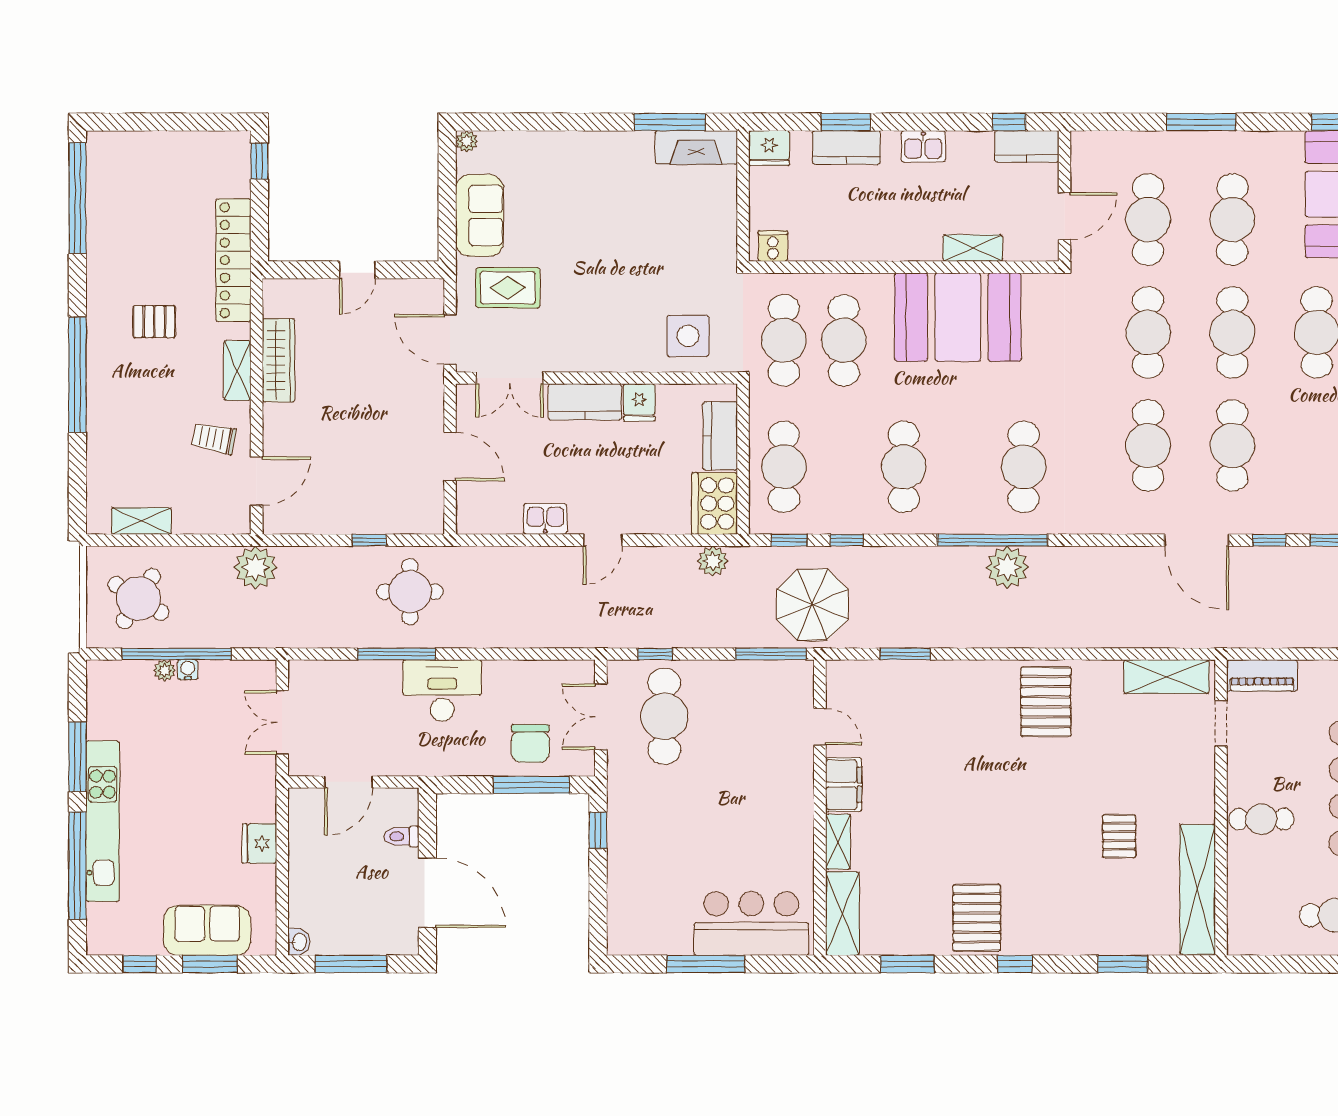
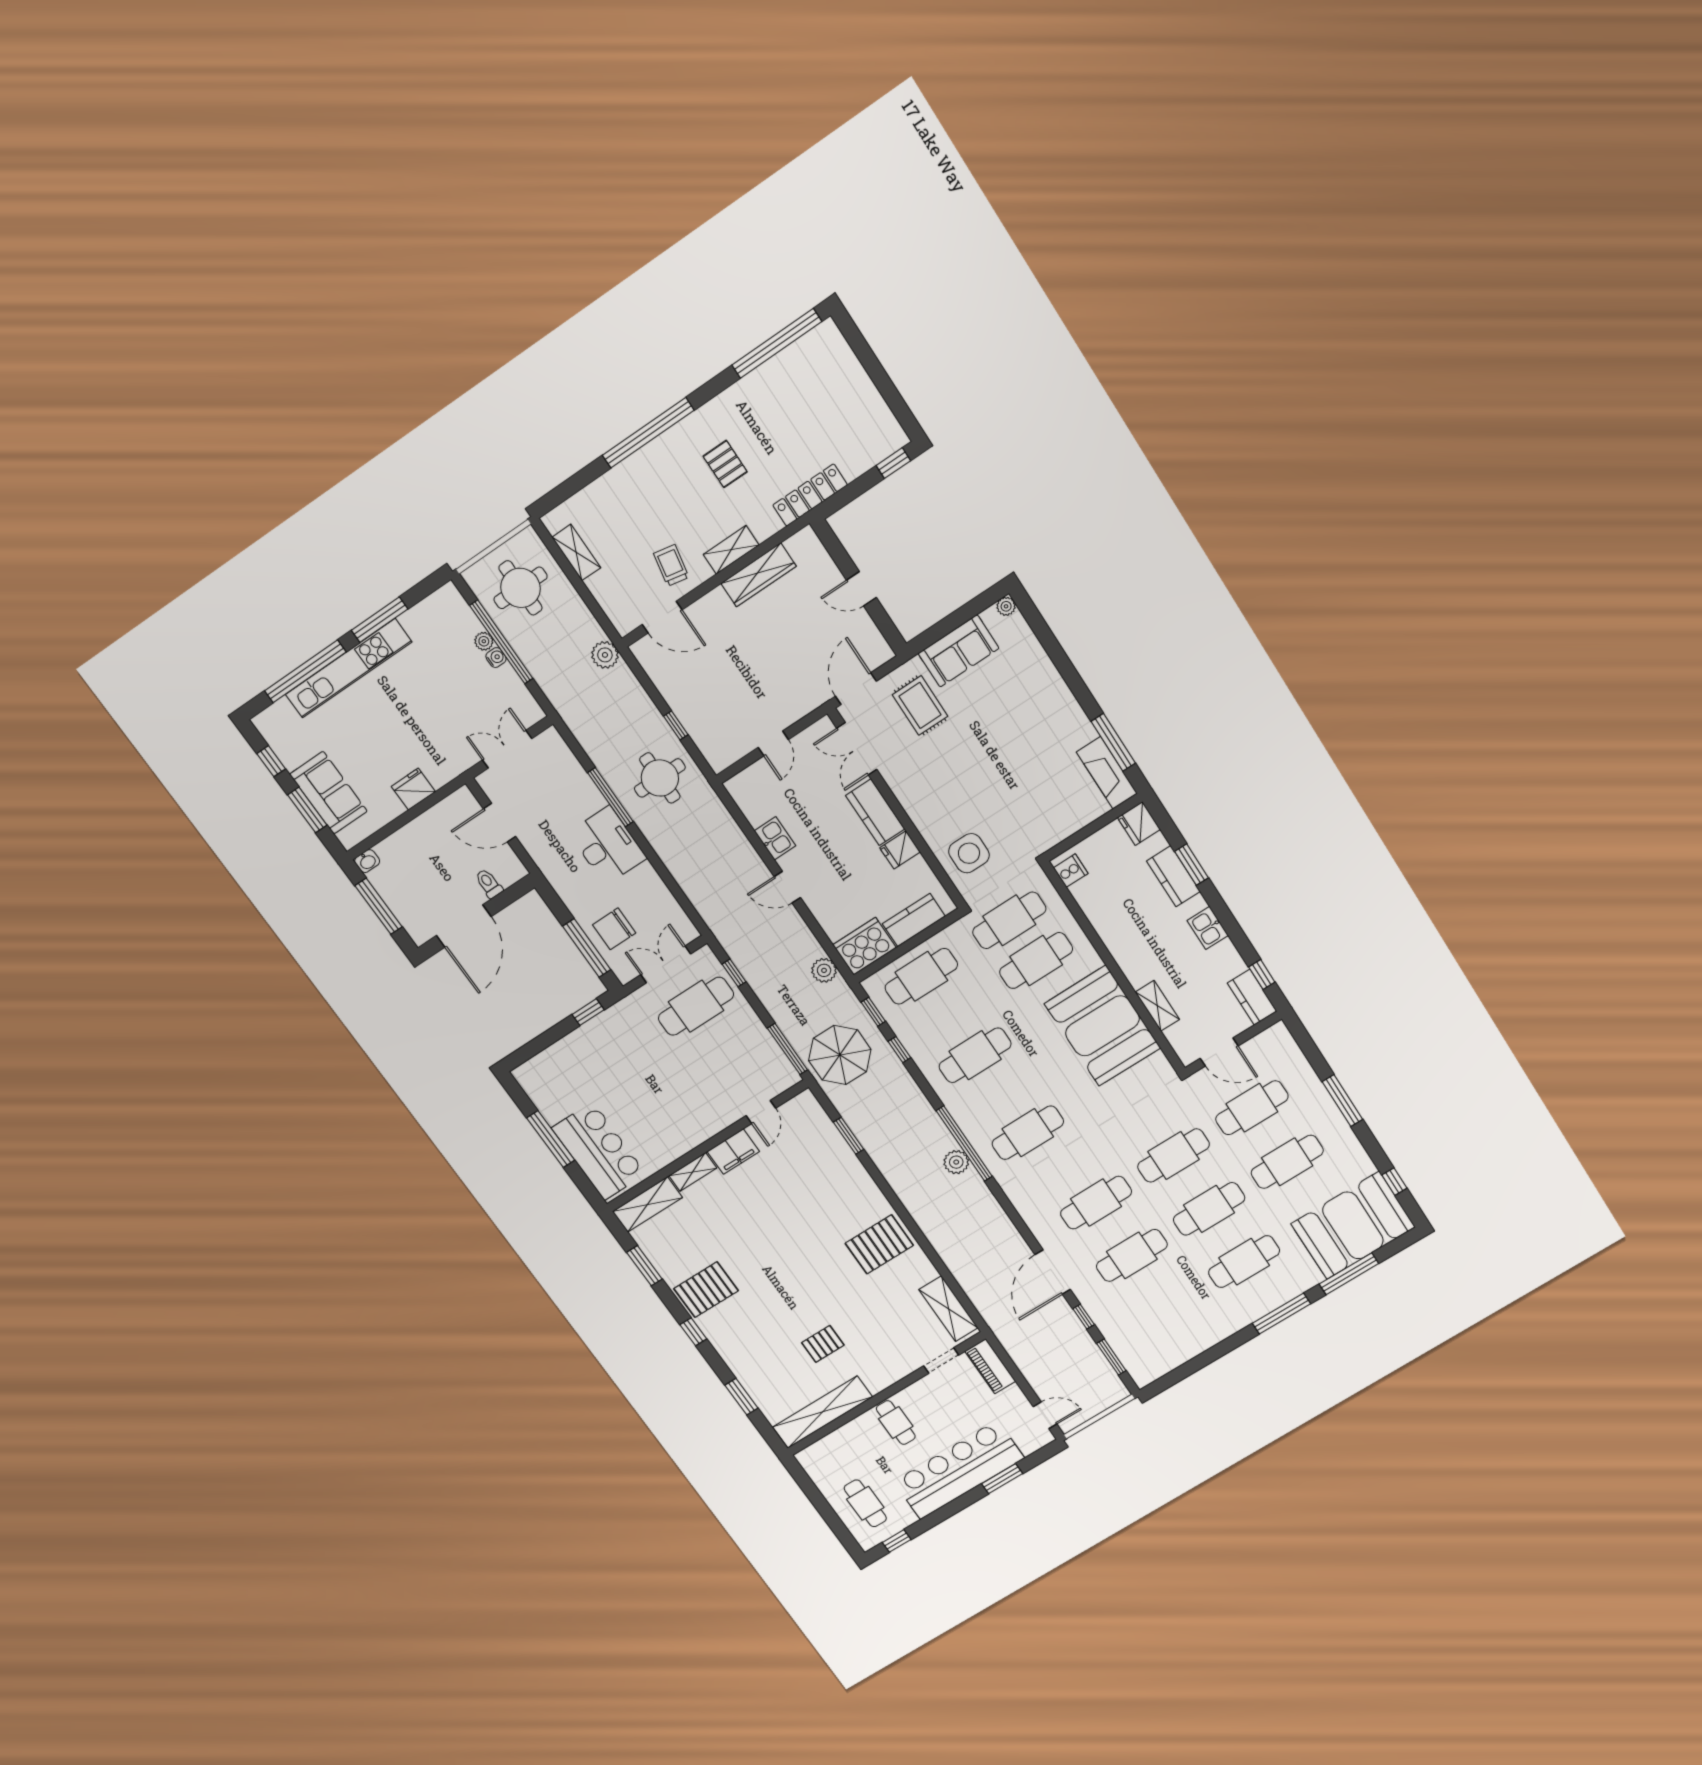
locker: (233, 260) -> (810, 495), width x0.71, depth x0.83
door: (450, 456) -> (773, 743), width x0.73
plant: (1007, 567) -> (956, 1162), width x0.73, depth x0.73
plant: (256, 568) -> (605, 655), width x0.73, depth x0.73
round table: (138, 599) -> (521, 588), turned -32

